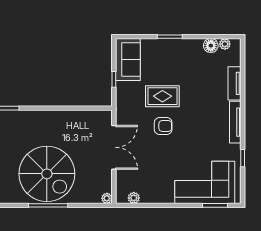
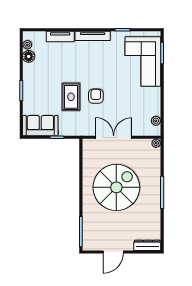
spiral stairs: (47, 174) -> (116, 187), moved

